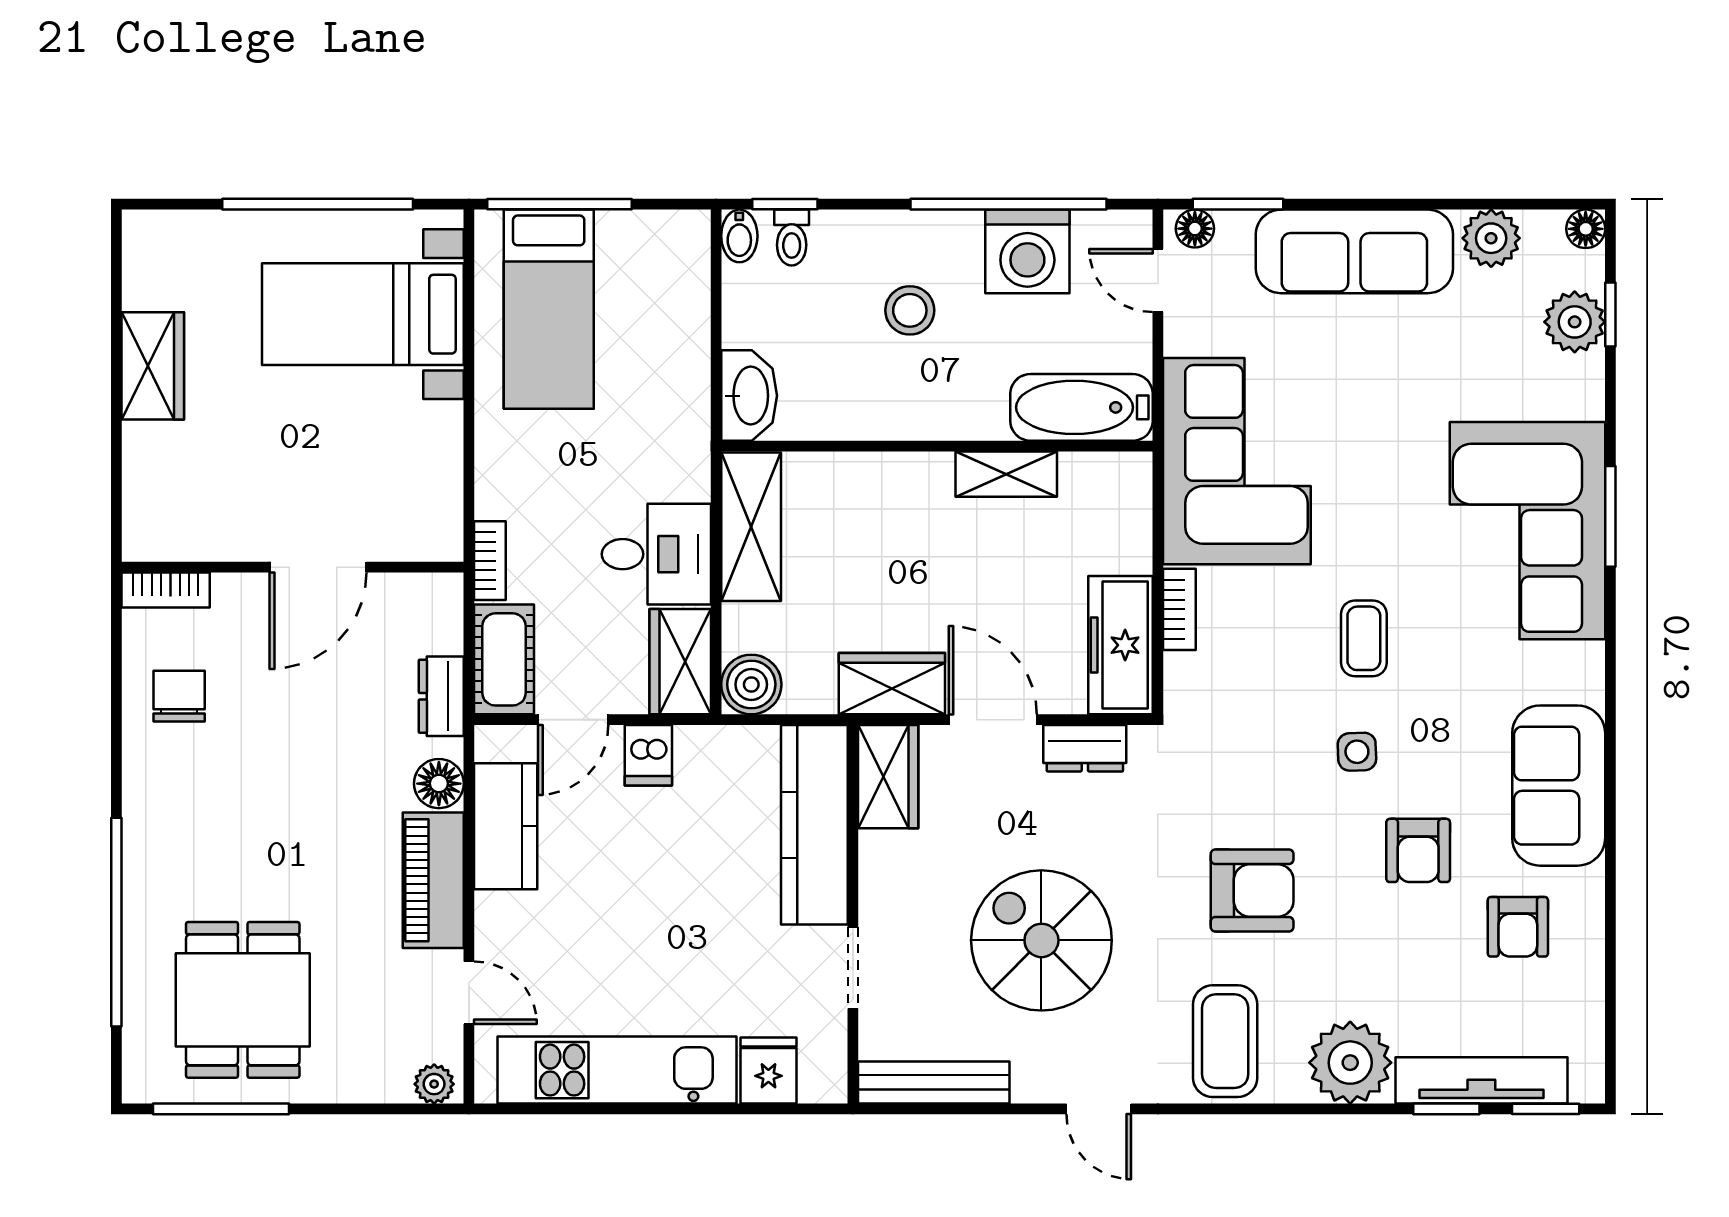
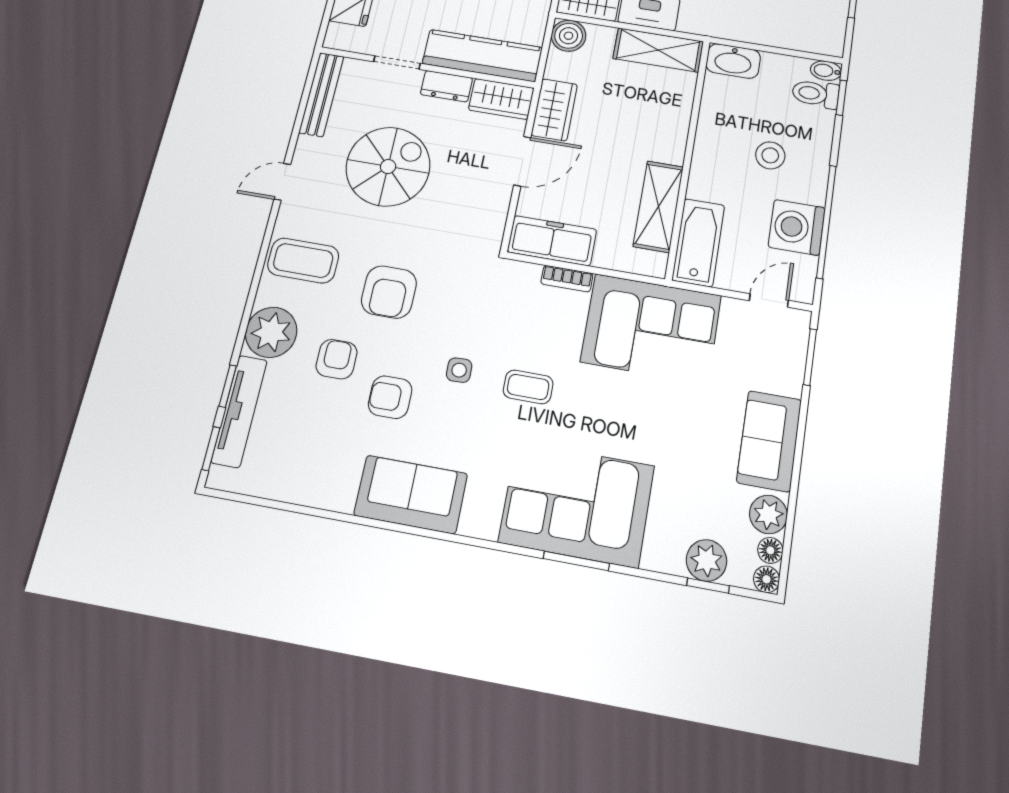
floor lamp: (1195, 229) -> (770, 550), moved
toilet: (792, 238) -> (816, 94), width x1.37, depth x1.39
sofa: (1354, 251) -> (769, 441), width x0.73
shelving: (1006, 474) -> (658, 206), width x1.50, depth x1.33
dresser: (1085, 748) -> (447, 86), moved, turned -90
armchair: (1518, 927) -> (337, 359), moved, turned 90

